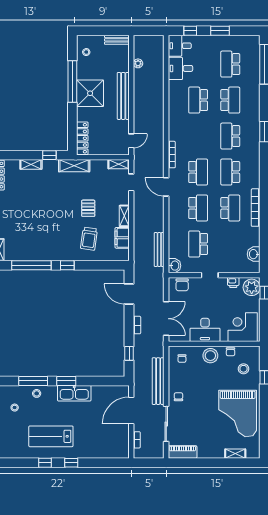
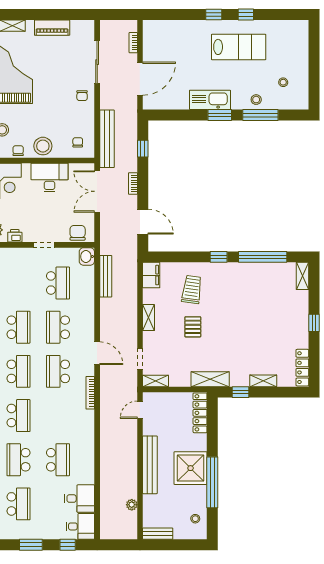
school desk: (230, 208) -> (18, 327), turned 180
filing cabinet: (122, 238) -> (151, 275), moved
bench: (158, 381) -> (107, 139), moved
piano: (183, 452) -> (52, 28), moved

